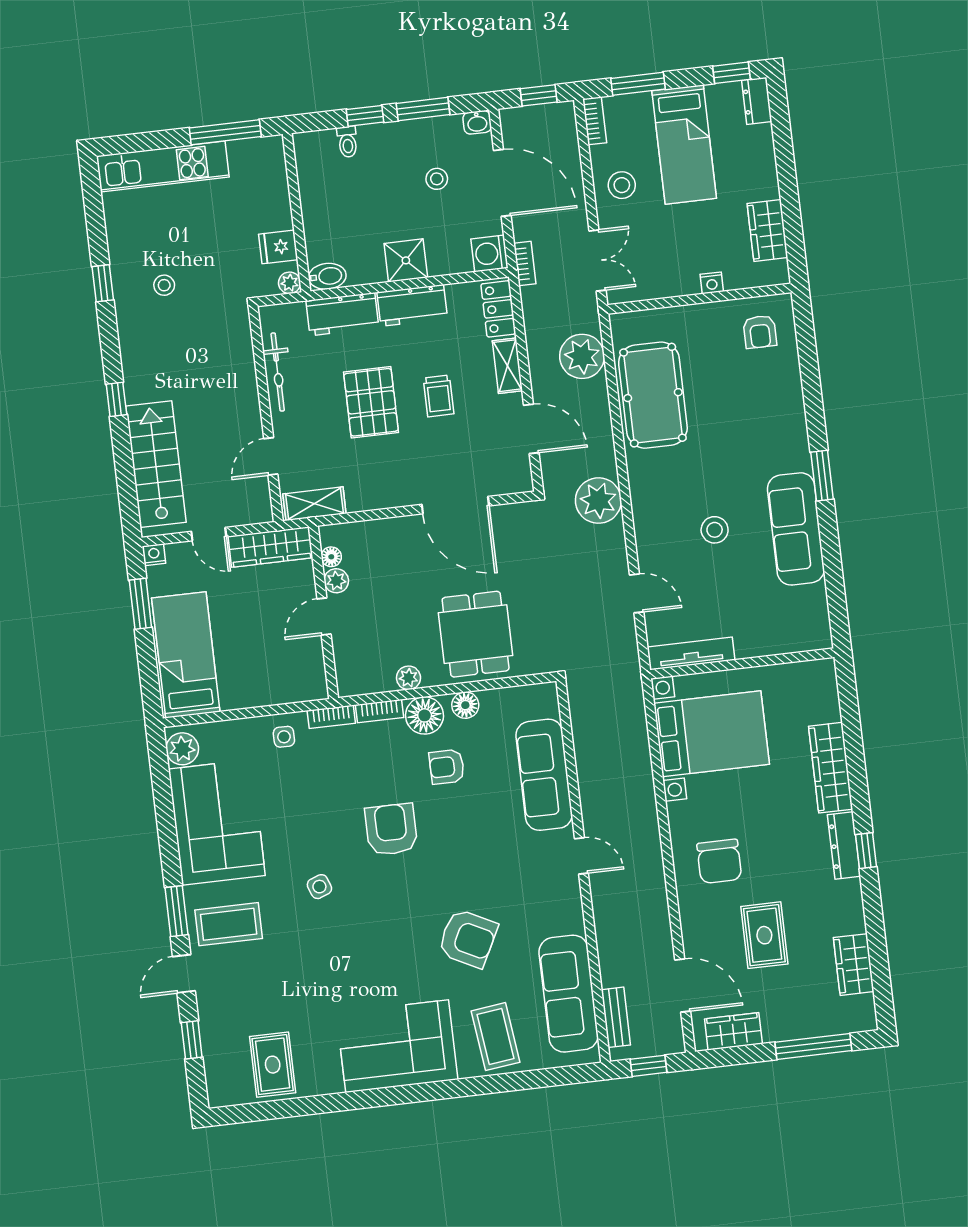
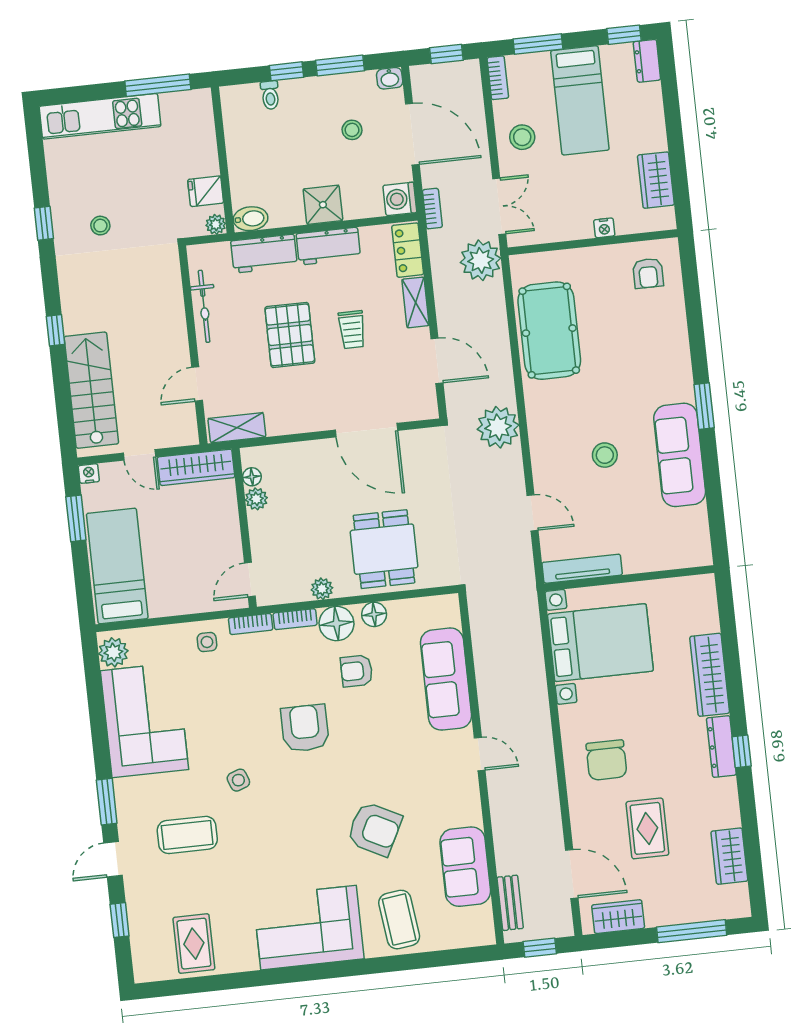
plant: (582, 356) -> (481, 260), moved
door: (324, 616) -> (250, 580), moved
coffee table: (229, 924) -> (187, 835), moved
sofa: (569, 994) -> (465, 867), width x0.73

